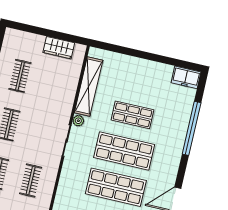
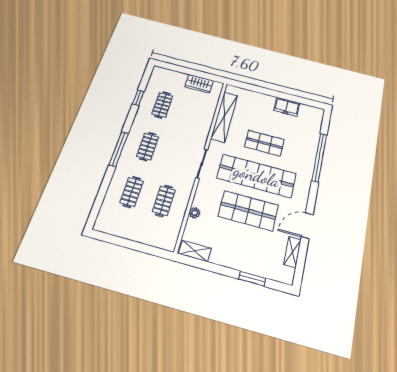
freezer: (186, 77) -> (287, 107), moved
plant: (78, 121) -> (195, 213), moved
shop shelf: (124, 151) -> (257, 176), width x1.40

